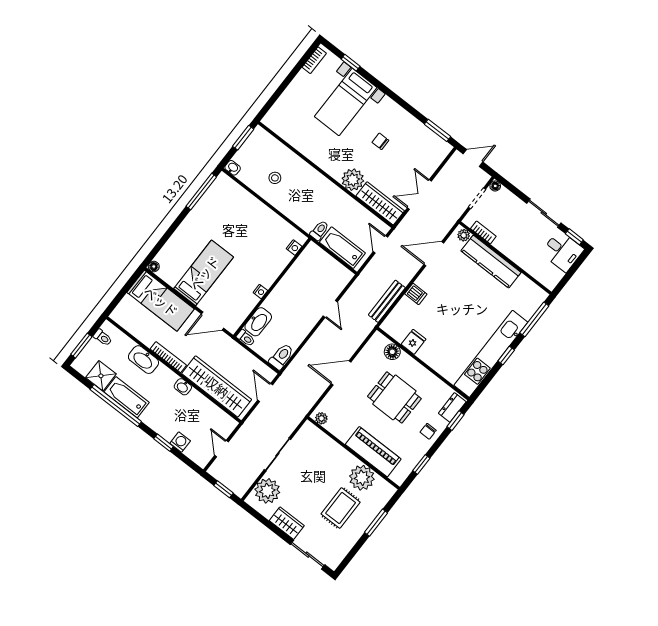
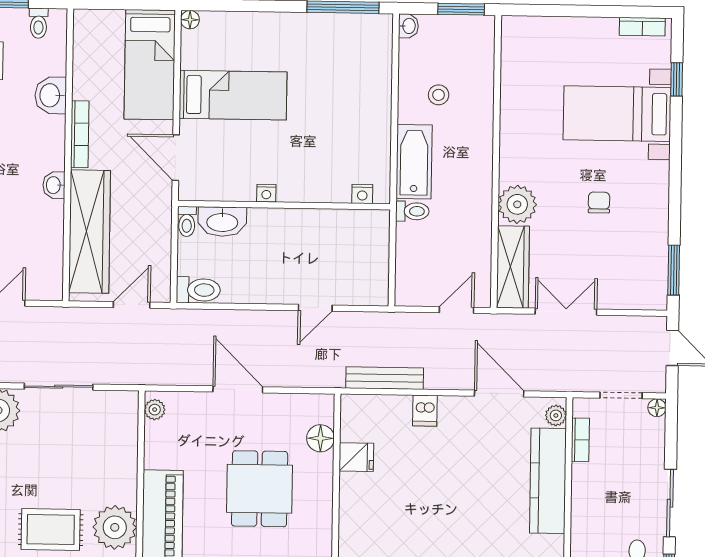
bathtub: (342, 248) -> (414, 162), moved
washbasin: (143, 360) -> (51, 95), width x0.72

